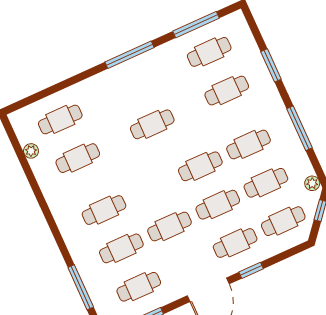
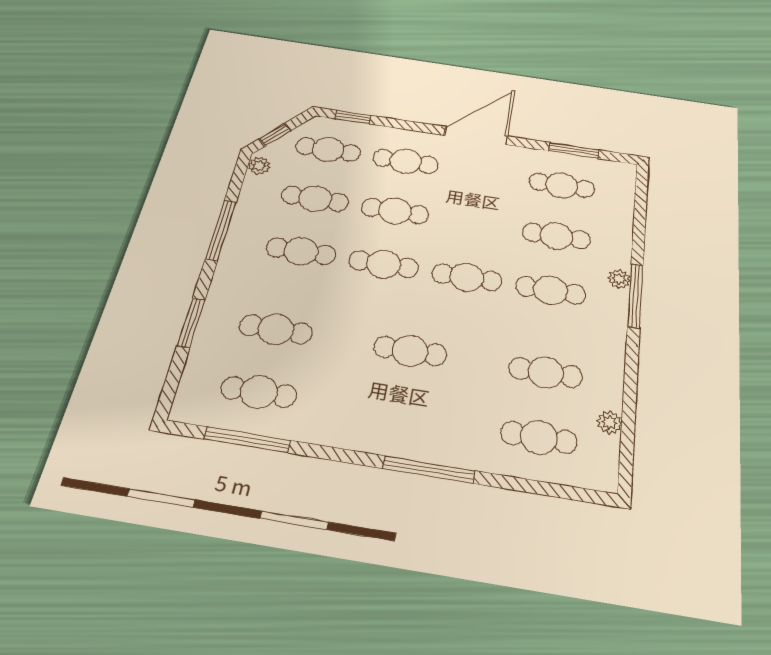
window: (130, 55) -> (429, 470), moved
cafe table: (170, 227) -> (467, 277), moved
plant: (72, 242) -> (619, 279), added
window: (251, 270) -> (353, 117), moved
window: (81, 287) -> (635, 296), moved

